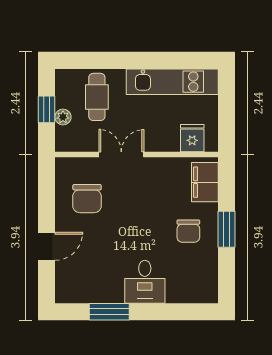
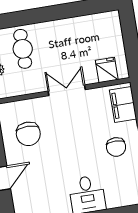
kitchen unit: (172, 82) -> (83, 26), removed
double door: (121, 154) -> (67, 90), moved

